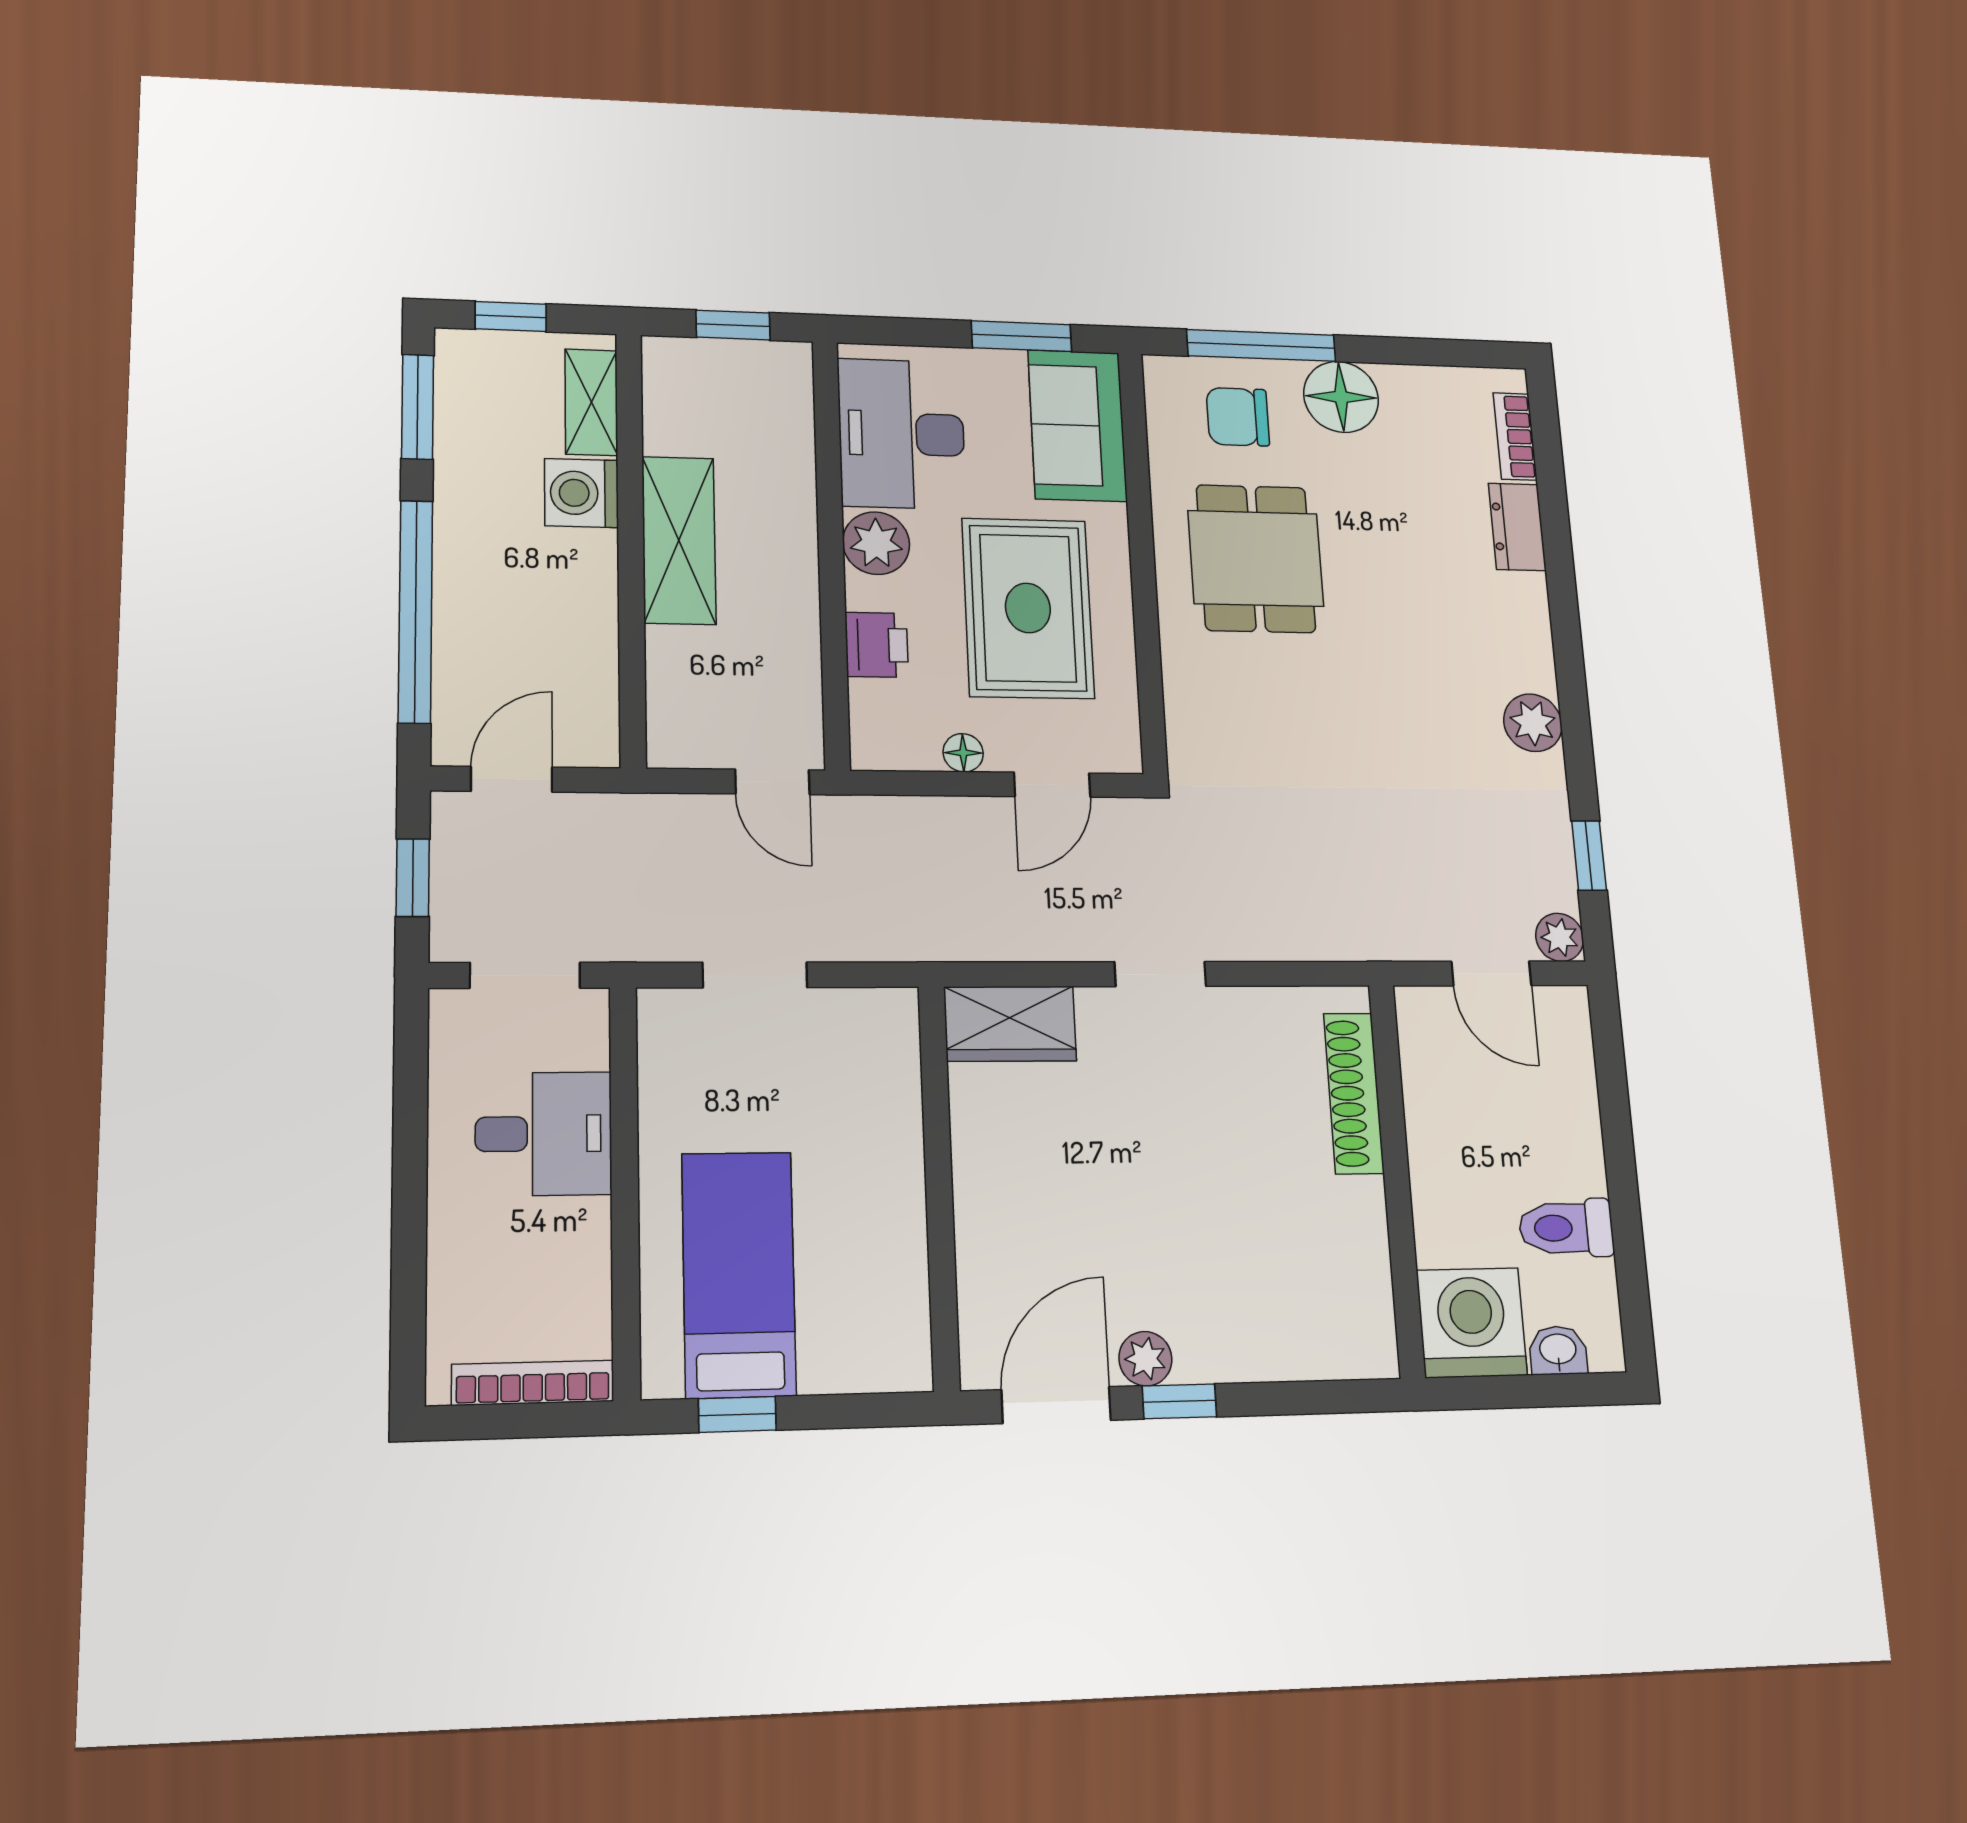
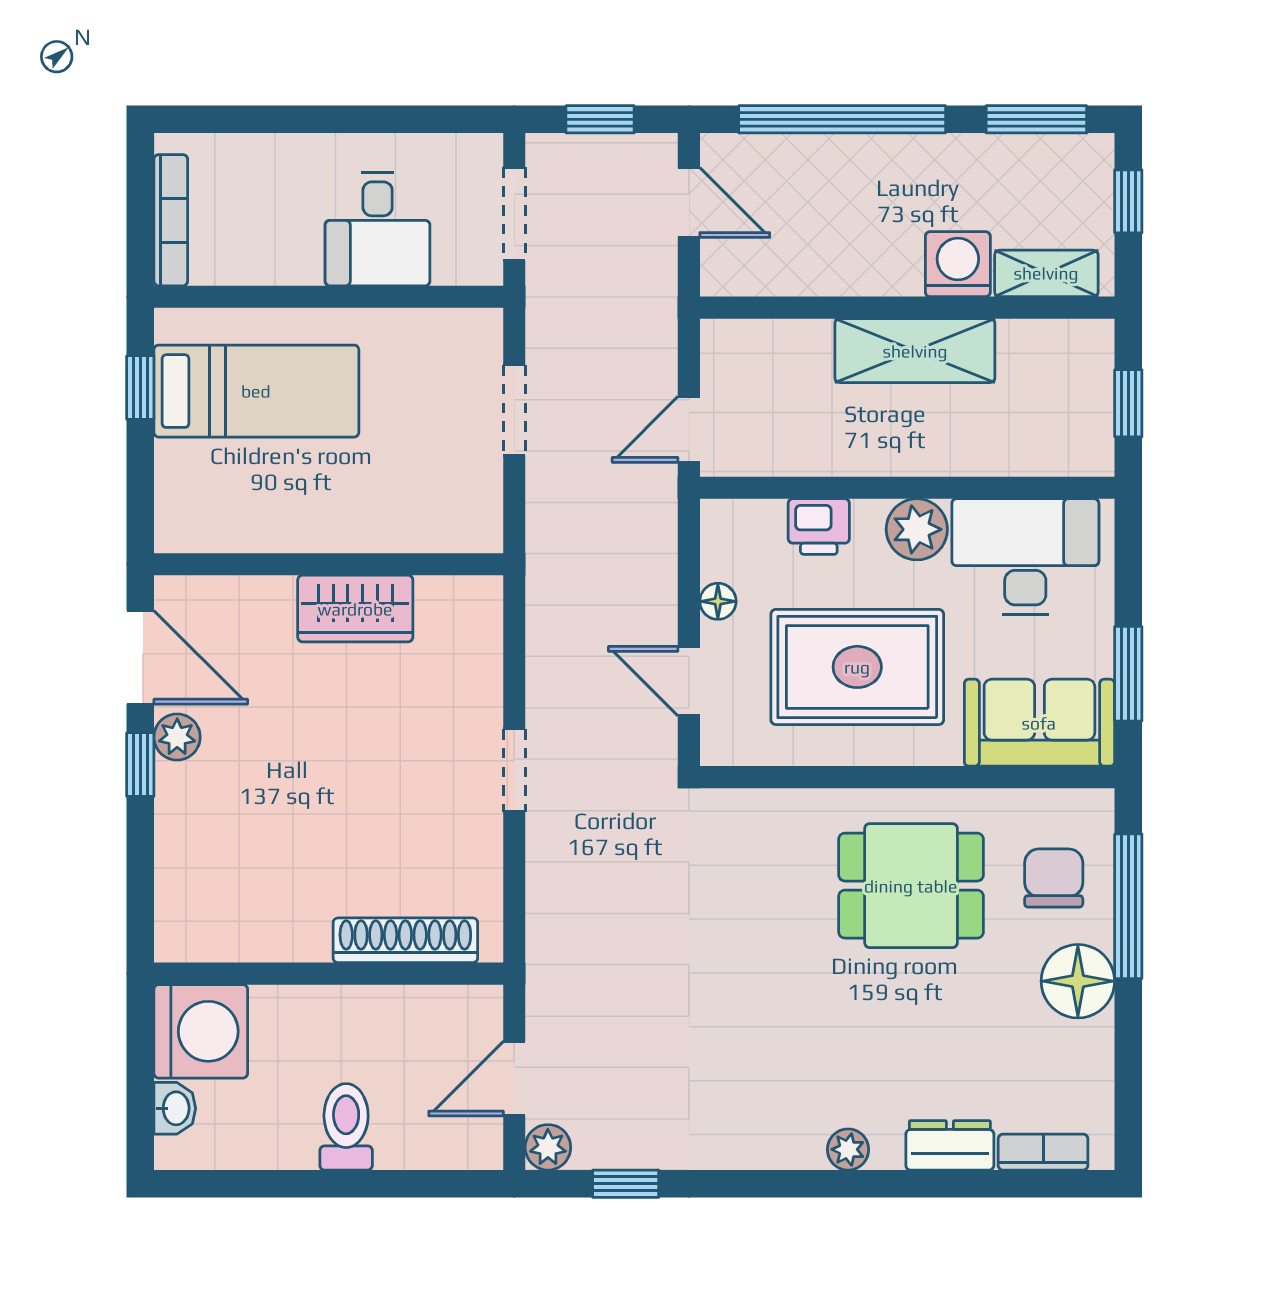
plant: (1533, 723) -> (848, 1149), moved, width x0.73, depth x0.73
wardrobe: (1010, 1024) -> (355, 609), moved, turned -90
toilet: (1566, 1228) -> (346, 1127), moved

